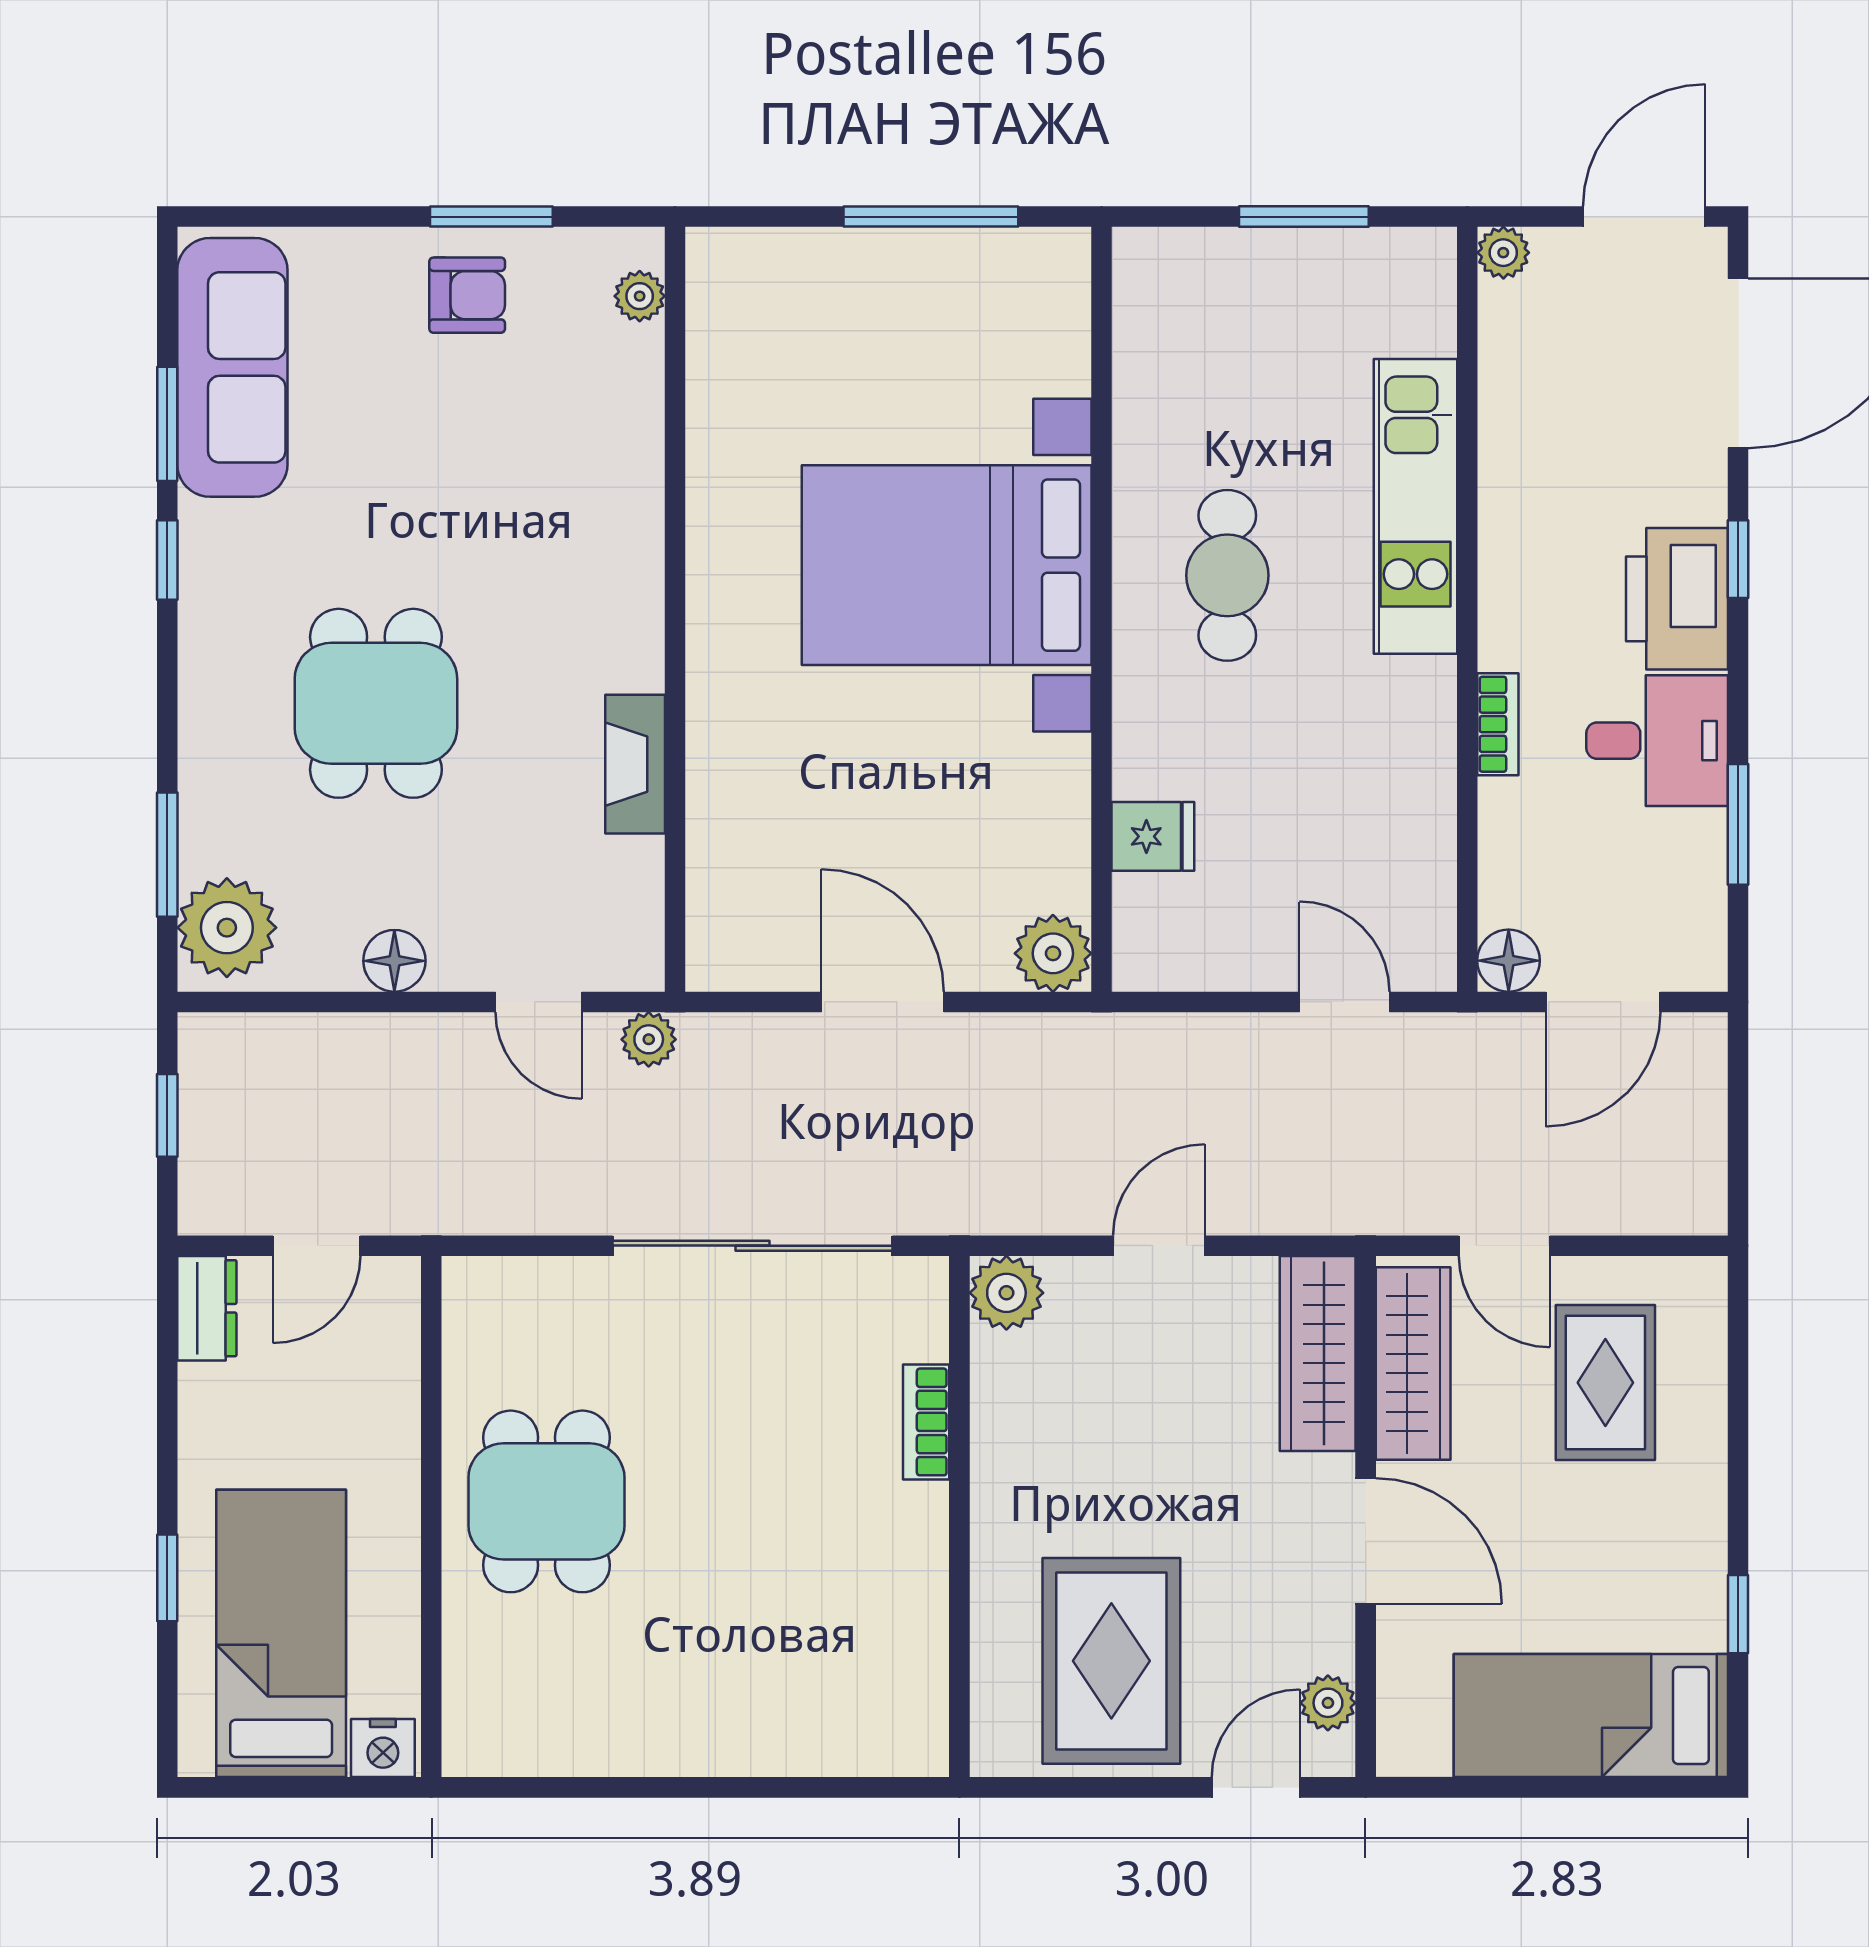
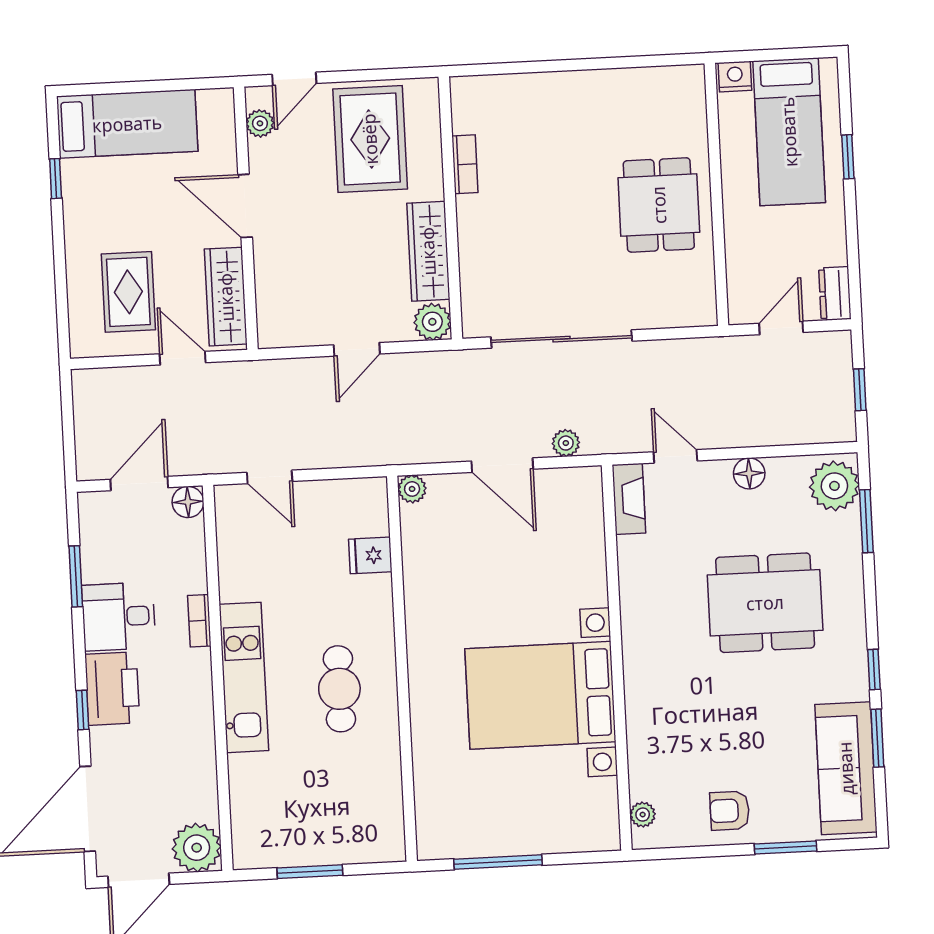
window: (491, 217) -> (785, 847), moved
plant: (1503, 253) -> (197, 848), width x1.87, depth x1.87
kitchen unit: (1415, 506) -> (244, 677), moved
bed with nightstands: (947, 565) -> (540, 695), moved, turned 180
dining table: (376, 703) -> (765, 603), width x1.37
fireplace: (635, 764) -> (629, 499), moved
plant: (1053, 953) -> (412, 489), width x0.73, depth x0.73
plant: (649, 1039) -> (566, 443), moved
wardrobe: (1318, 1353) -> (428, 251), moved, turned 180
bookcase: (926, 1422) -> (465, 164), moved

